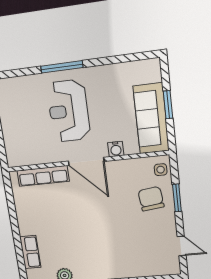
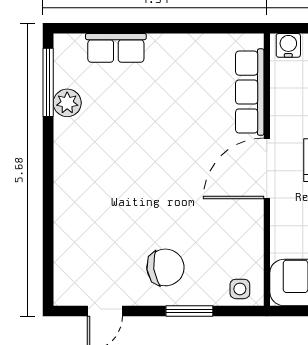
water cooler: (116, 149) -> (288, 45), moved, turned 90
chair: (151, 199) -> (165, 267), moved

